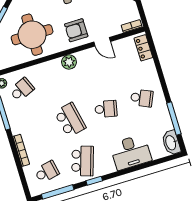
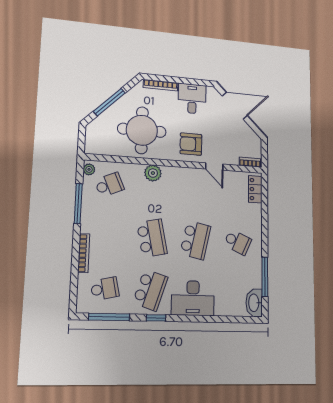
plant: (69, 62) -> (153, 173), moved
school desk: (106, 109) -> (195, 240), width x1.85
desk: (131, 152) -> (193, 298), moved

